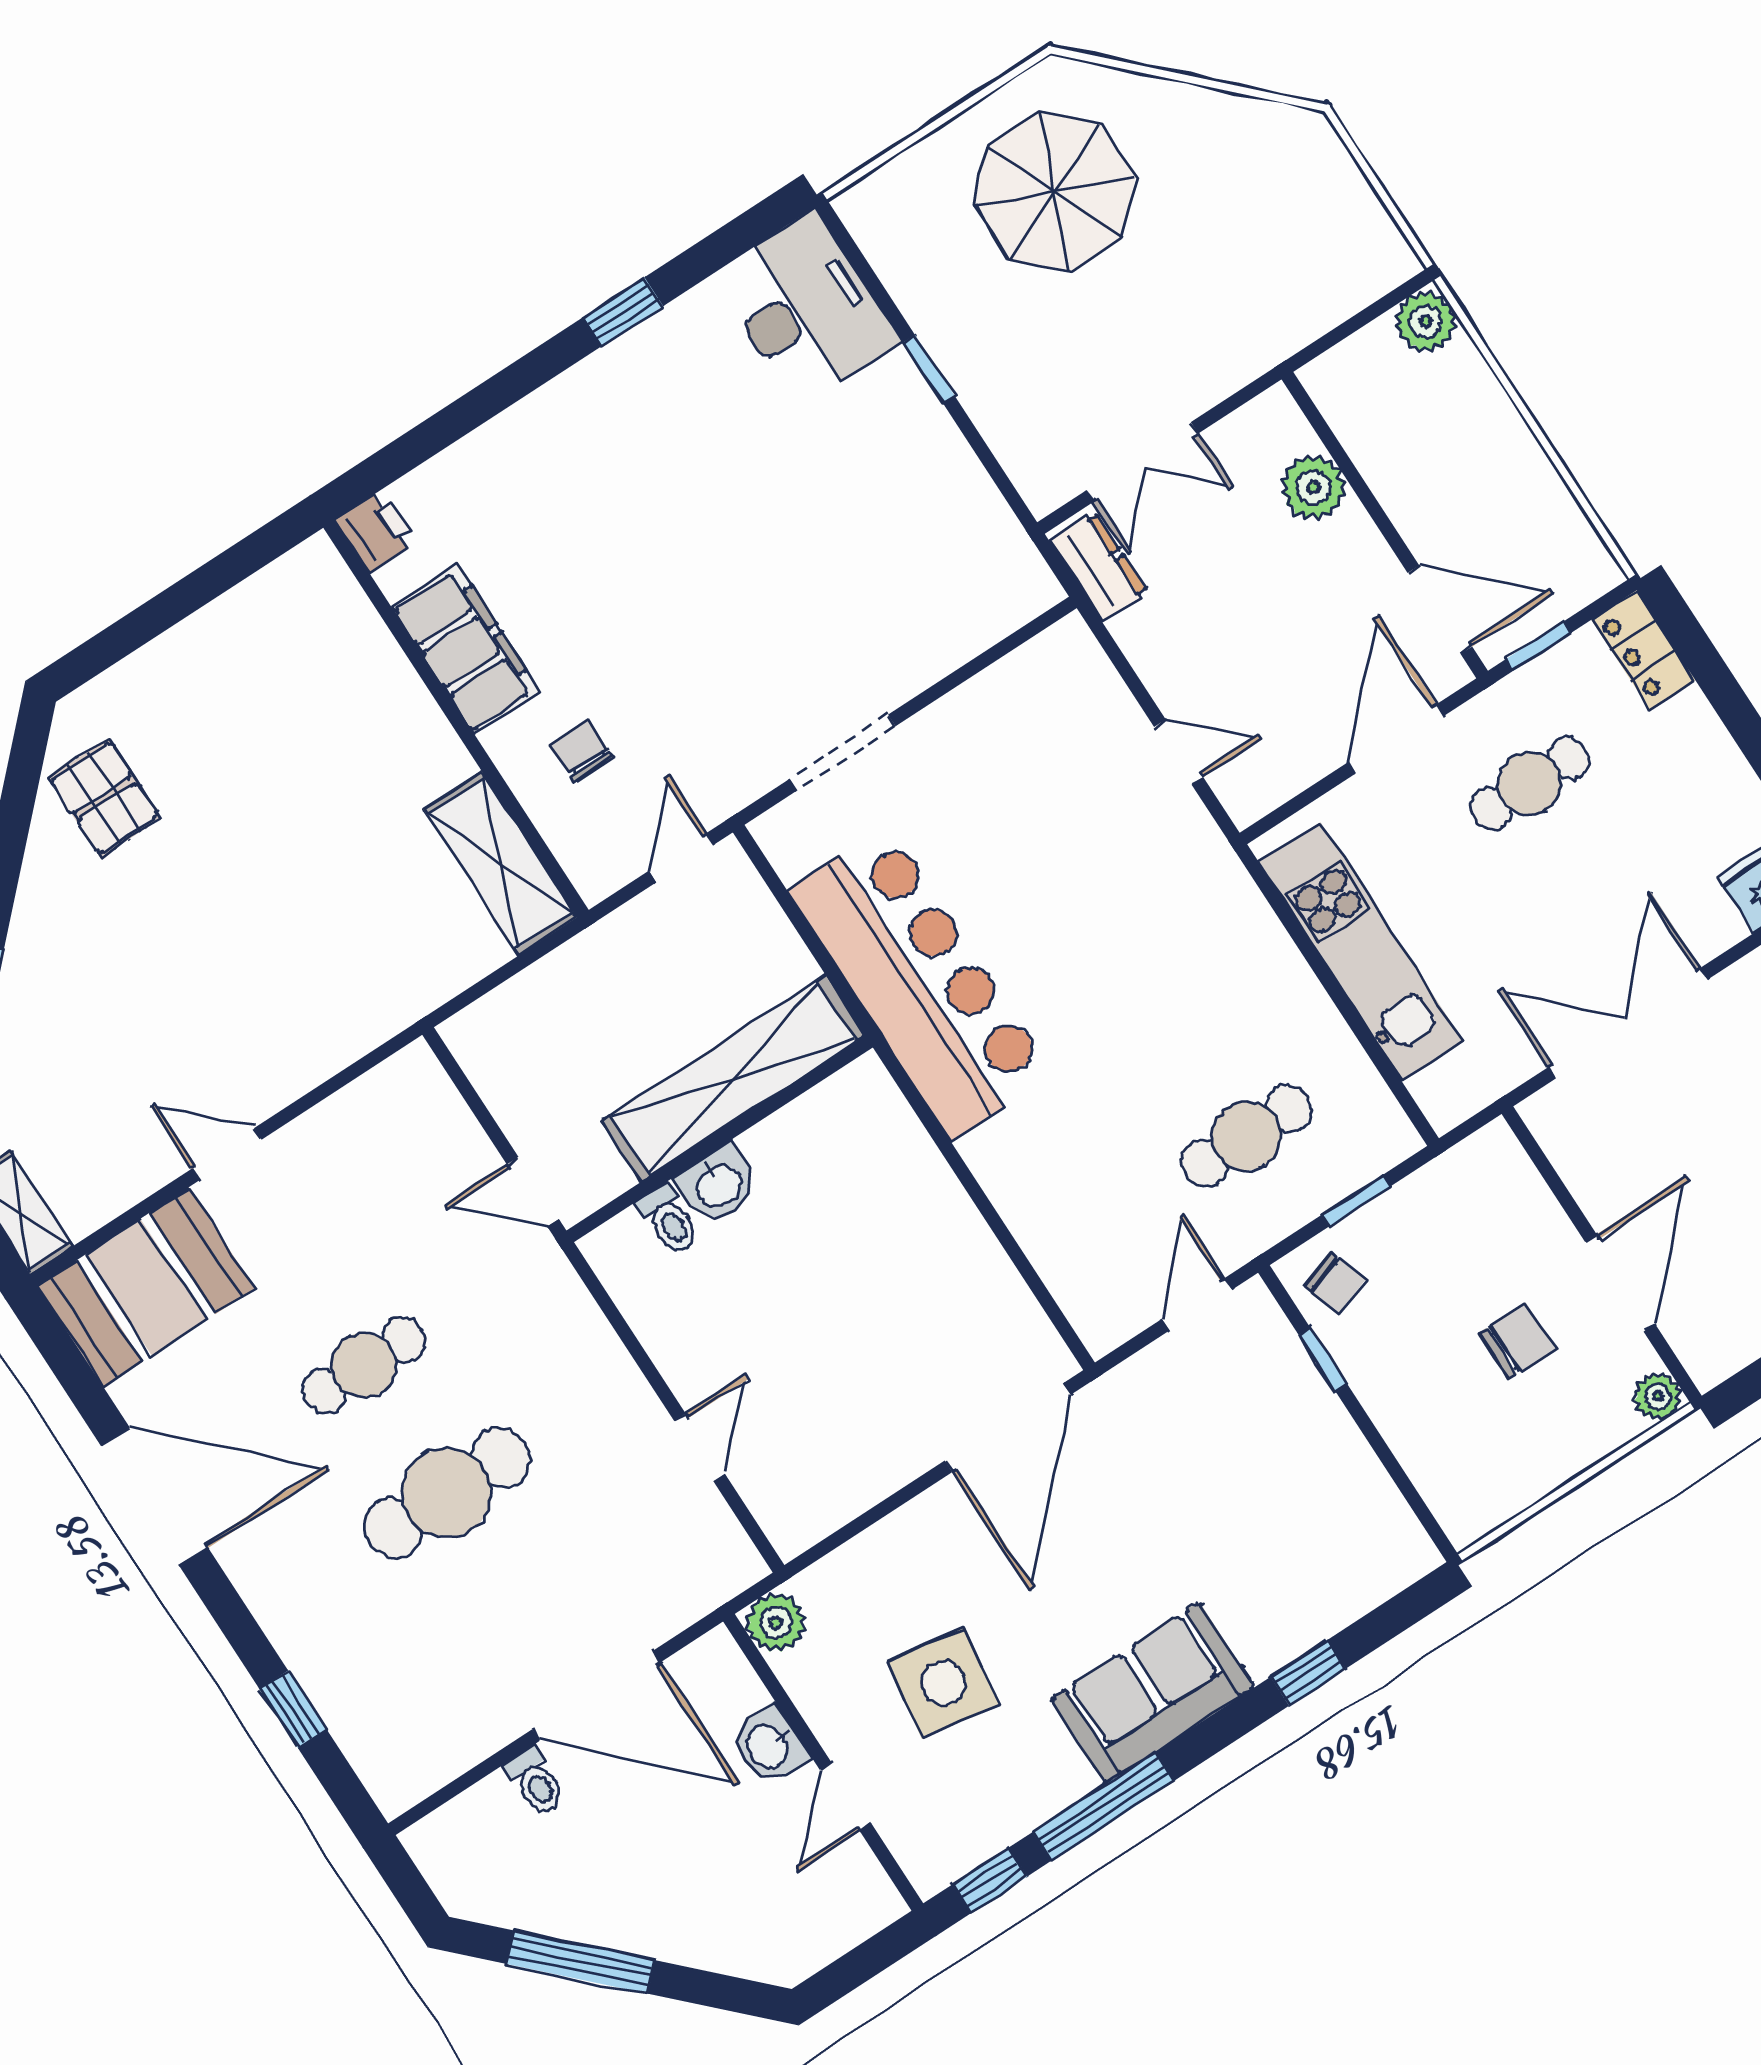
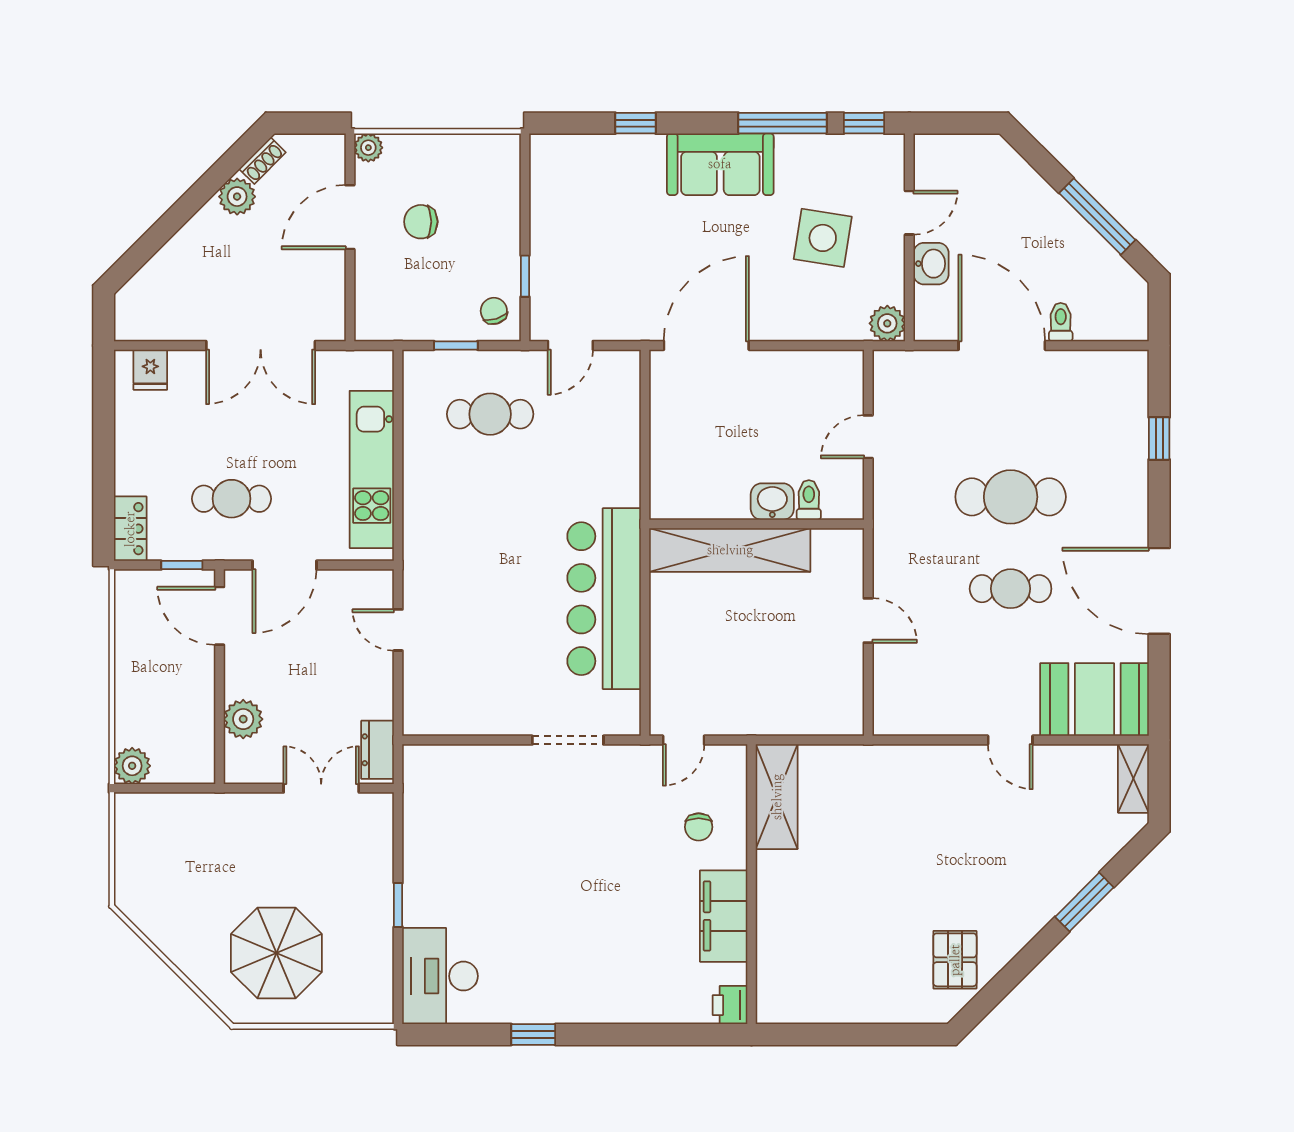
shelving: (733, 1078) -> (730, 550), moved
wall: (720, 1139) -> (757, 524), moved
washbasin: (718, 1184) -> (772, 502), moved
toilet: (669, 1220) -> (809, 500), moved

